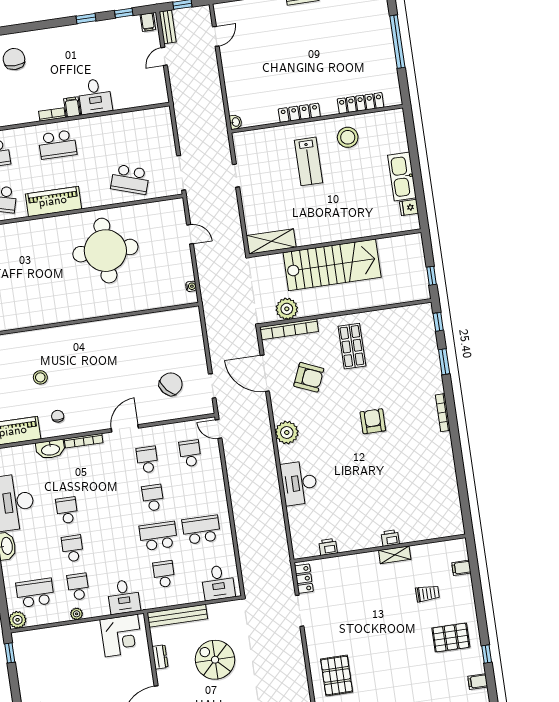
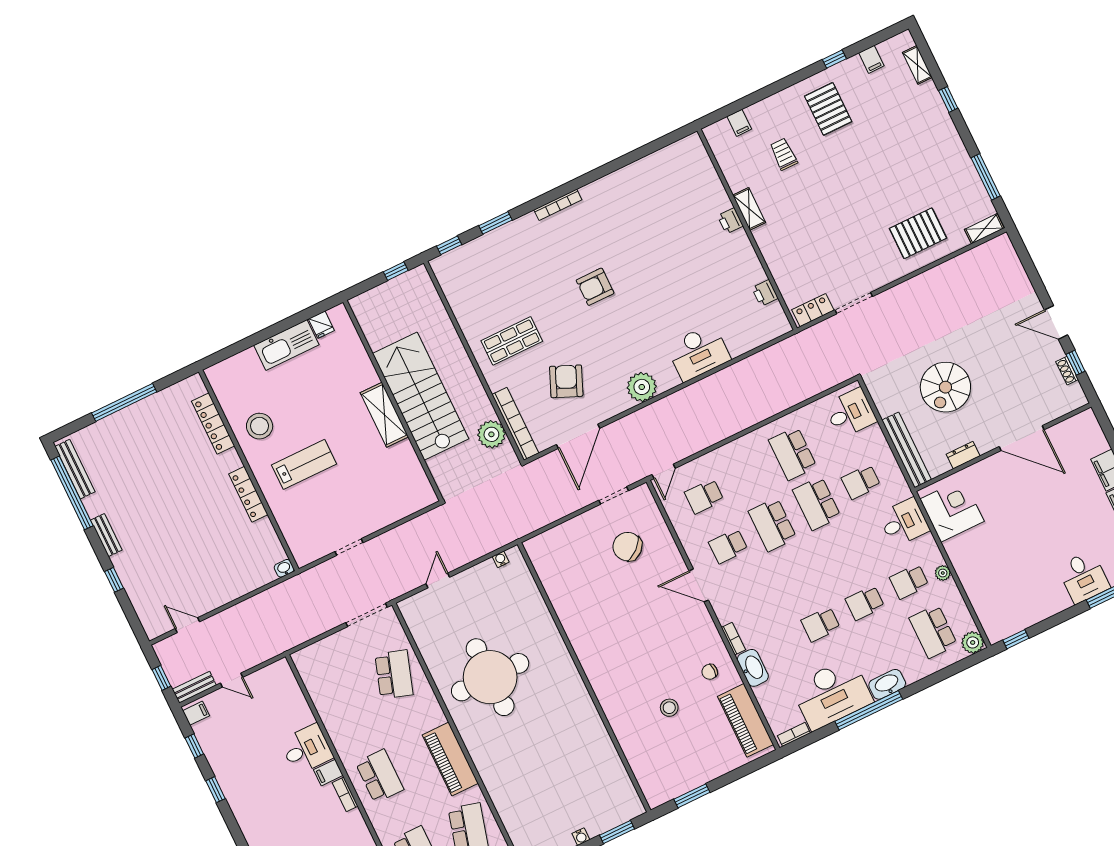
shelving: (271, 241) -> (384, 415), moved
bookcase: (84, 441) -> (733, 639), width x0.64
school desk: (153, 498) -> (772, 525), width x1.85

